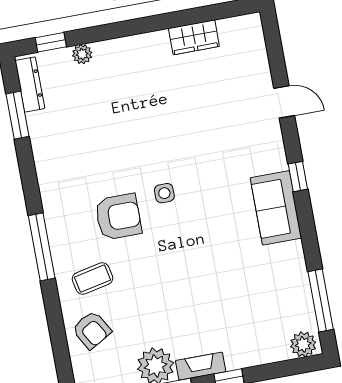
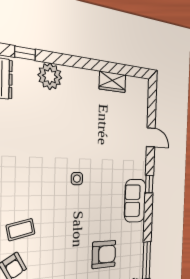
plant: (82, 54) -> (50, 76), width x1.88, depth x1.88
armchair: (118, 217) -> (104, 254), moved

